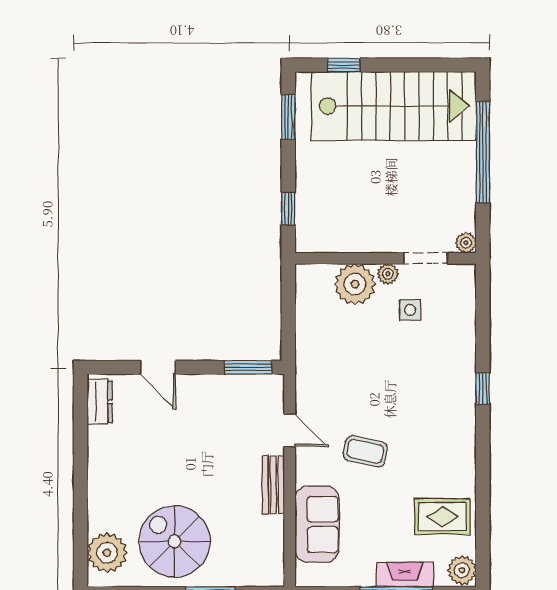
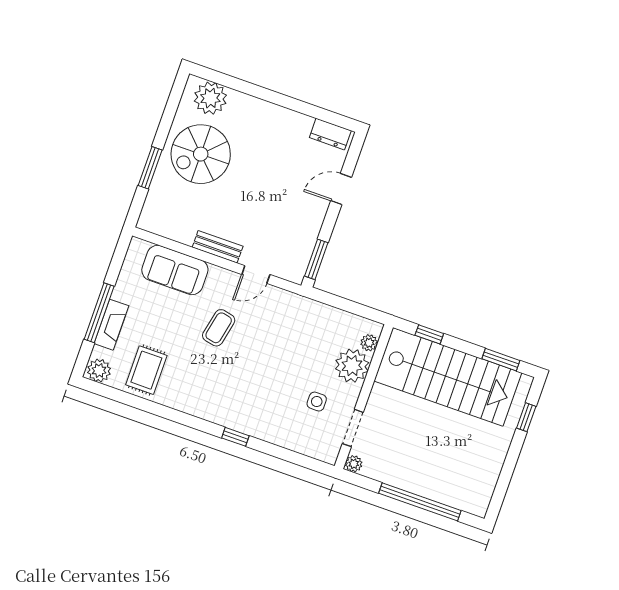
stairs: (394, 106) -> (448, 377), moved, turned -90
plant: (388, 274) -> (369, 343), moved
spiral stairs: (175, 541) -> (201, 154), turned 180

